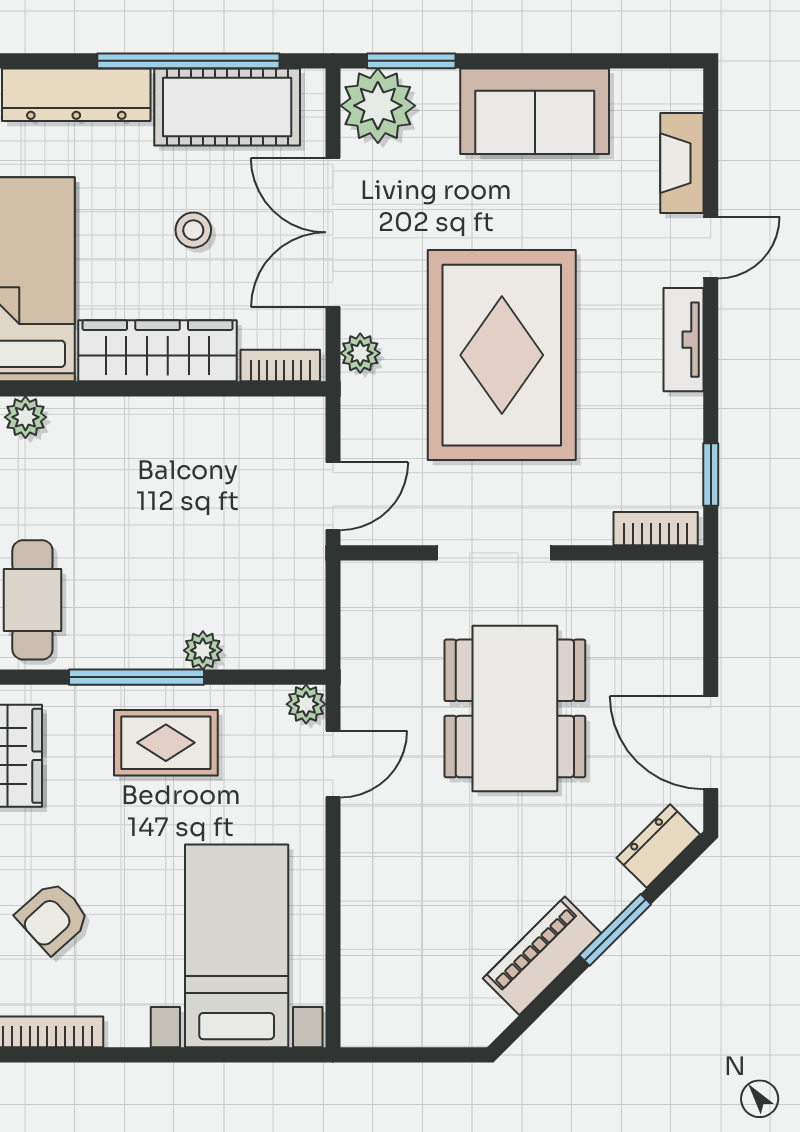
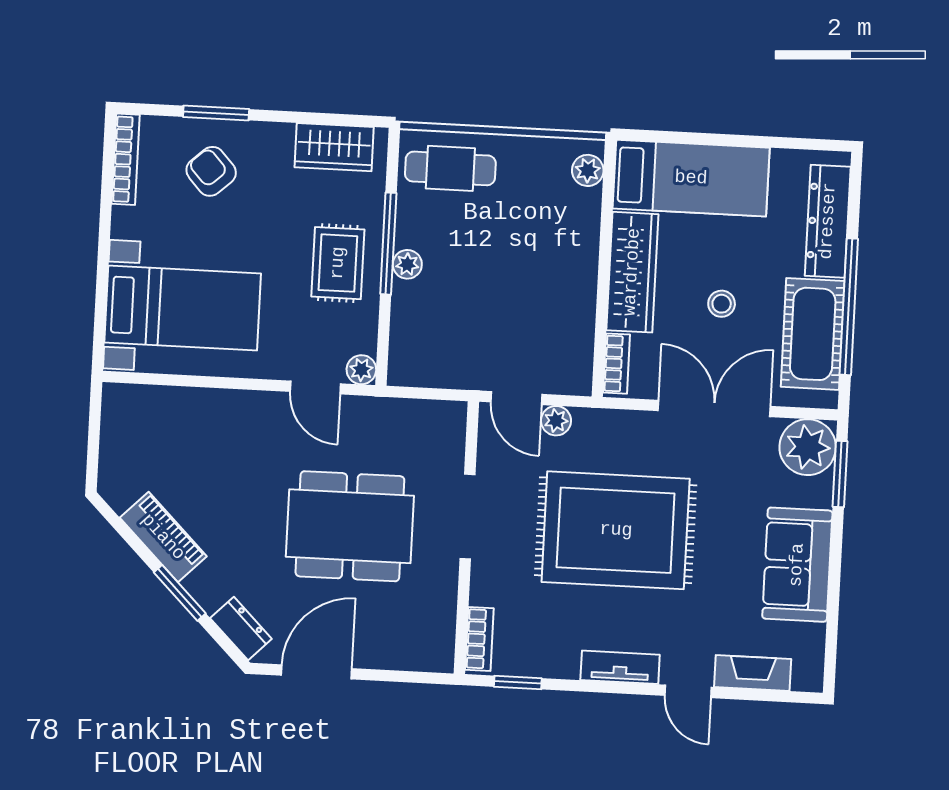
plant: (360, 353) -> (556, 421), moved
plant: (203, 650) -> (407, 264), moved

